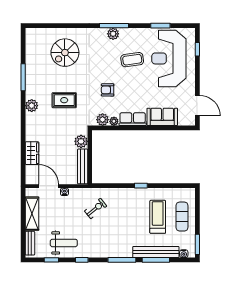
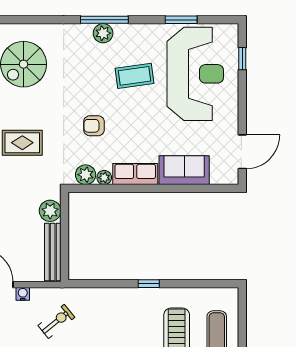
reception desk: (169, 58) -> (195, 74), turned 180
door: (197, 106) -> (242, 152), hinge flipped
exercise bike: (96, 209) -> (56, 321), moved

